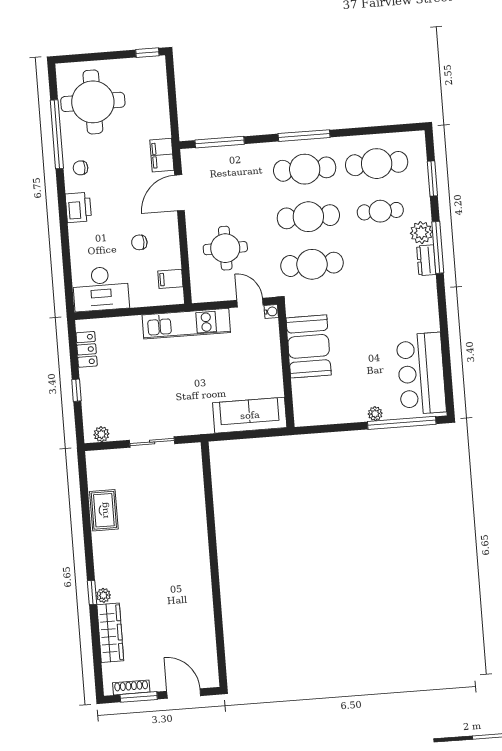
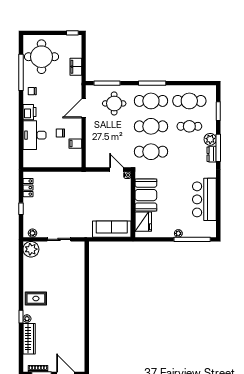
filing cabinet: (162, 155) -> (76, 67), moved
round table: (225, 248) -> (114, 103), moved
filing cabinet: (170, 279) -> (75, 144), moved
desk: (101, 289) -> (34, 135), moved, turned 90
kitchen unit: (186, 324) -> (82, 178), removed
bar counter: (421, 374) -> (204, 199), moved
fridge: (308, 397) -> (143, 222), added
plant: (101, 465) -> (31, 249), added
rug: (104, 510) -> (36, 298), moved, turned 90

